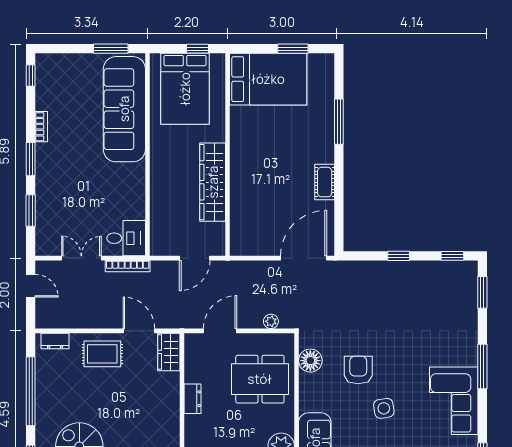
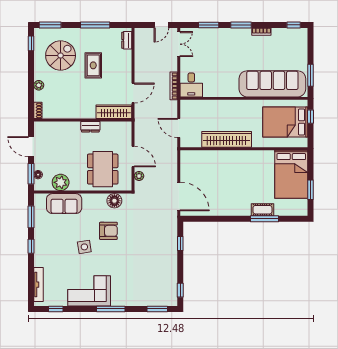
window: (198, 49) -> (310, 117), moved
cot: (325, 182) -> (262, 210), moved
window: (399, 256) -> (180, 244), moved
double door: (81, 258) -> (179, 44), moved
door: (220, 331) -> (133, 156), moved
wardrobe: (169, 352) -> (114, 112), width x1.50
rug: (102, 354) -> (93, 65), moved
window: (31, 391) -> (95, 25), width x0.68

